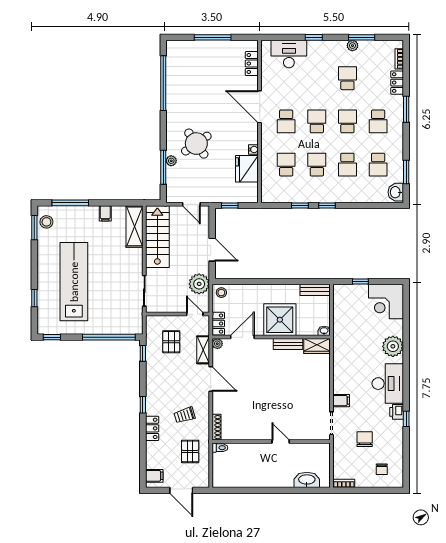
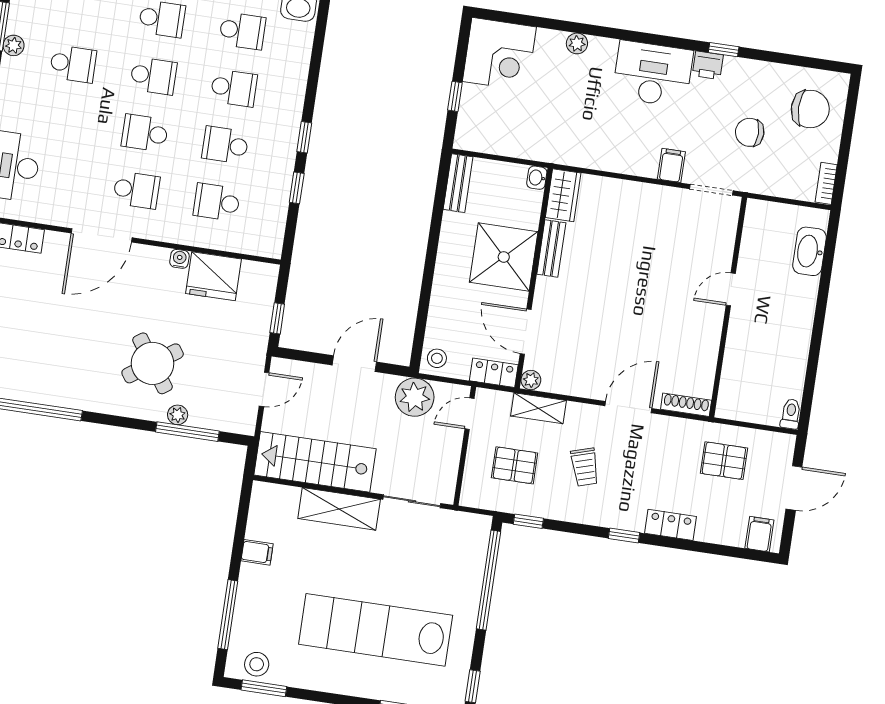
school desk: (347, 78) -> (73, 64), turned 180
school desk: (347, 121) -> (153, 76), turned 180
shelving: (135, 226) -> (339, 509), moved
plant: (393, 346) -> (577, 43), width x0.53, depth x0.53
door: (211, 379) -> (628, 407), moved
trolley: (185, 415) -> (585, 467), moved
toilet: (220, 448) -> (791, 414), moved
chair: (382, 469) -> (810, 109), width x1.87, depth x1.87

